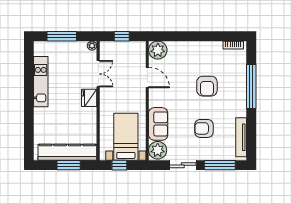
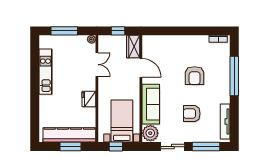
plant: (158, 50) -> (150, 43), removed
wardrobe: (138, 54) -> (133, 46), added
fridge: (89, 98) -> (89, 99), moved
sofa: (158, 124) -> (151, 104), width x1.36

